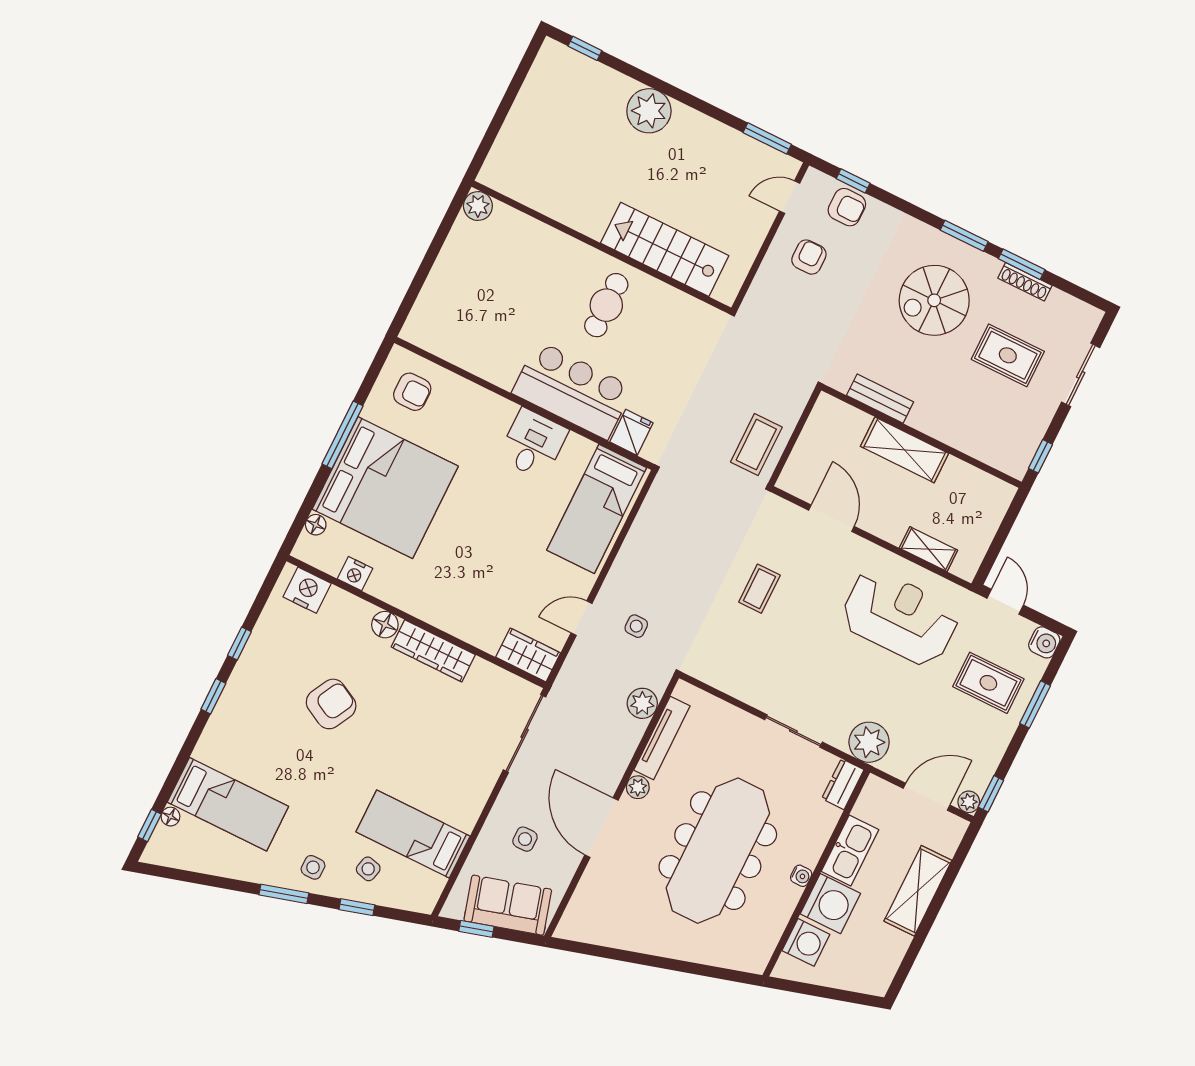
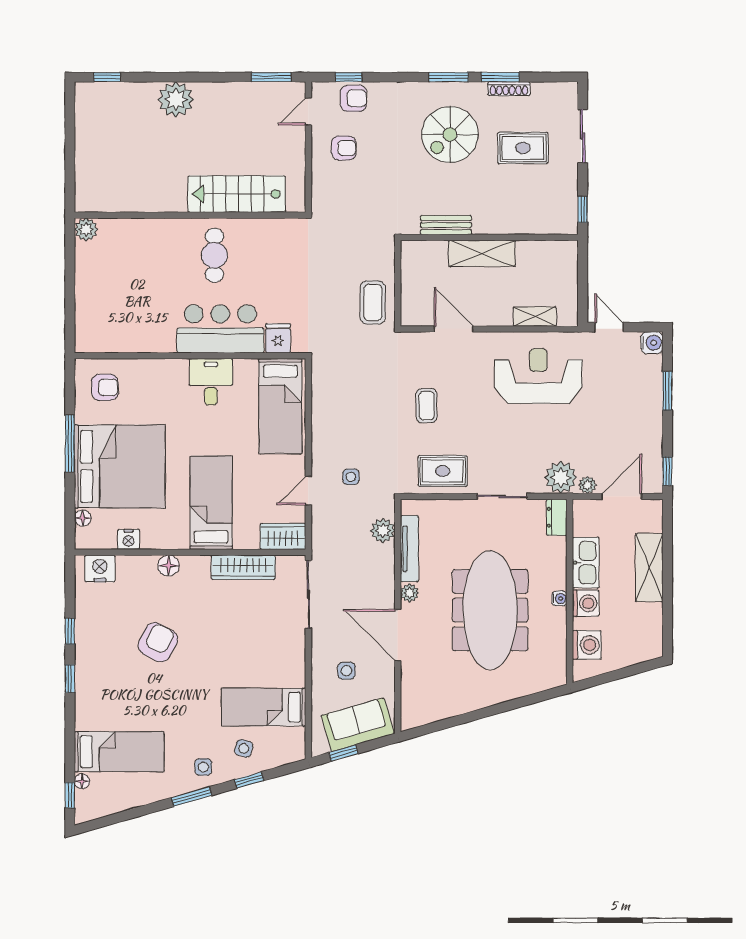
armchair: (809, 257) -> (344, 148), turned 90
bed: (467, 578) -> (211, 503), added
wardrobe: (433, 651) -> (243, 567), moved
rug: (988, 683) -> (443, 471), moved
plant: (969, 802) -> (587, 485), moved
washing machine: (830, 904) -> (586, 603), width x0.73, depth x0.73

